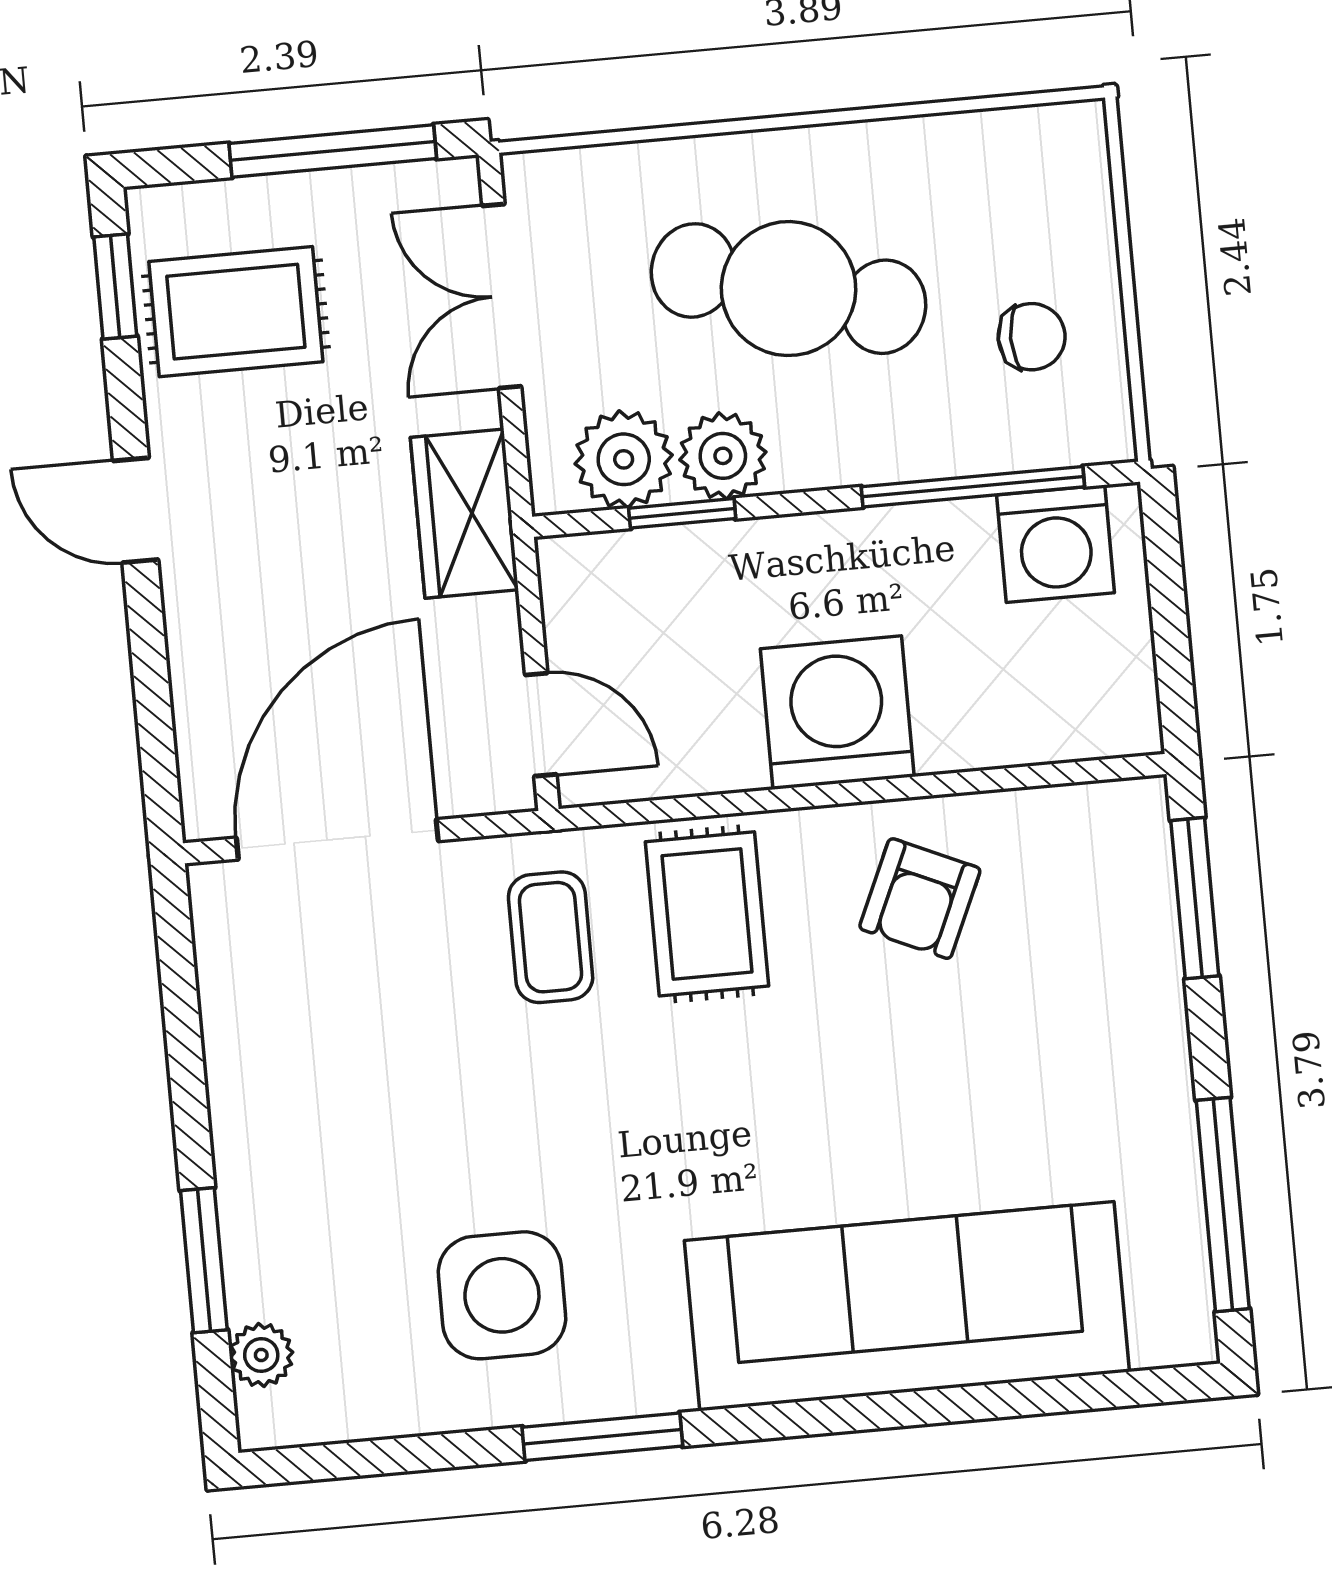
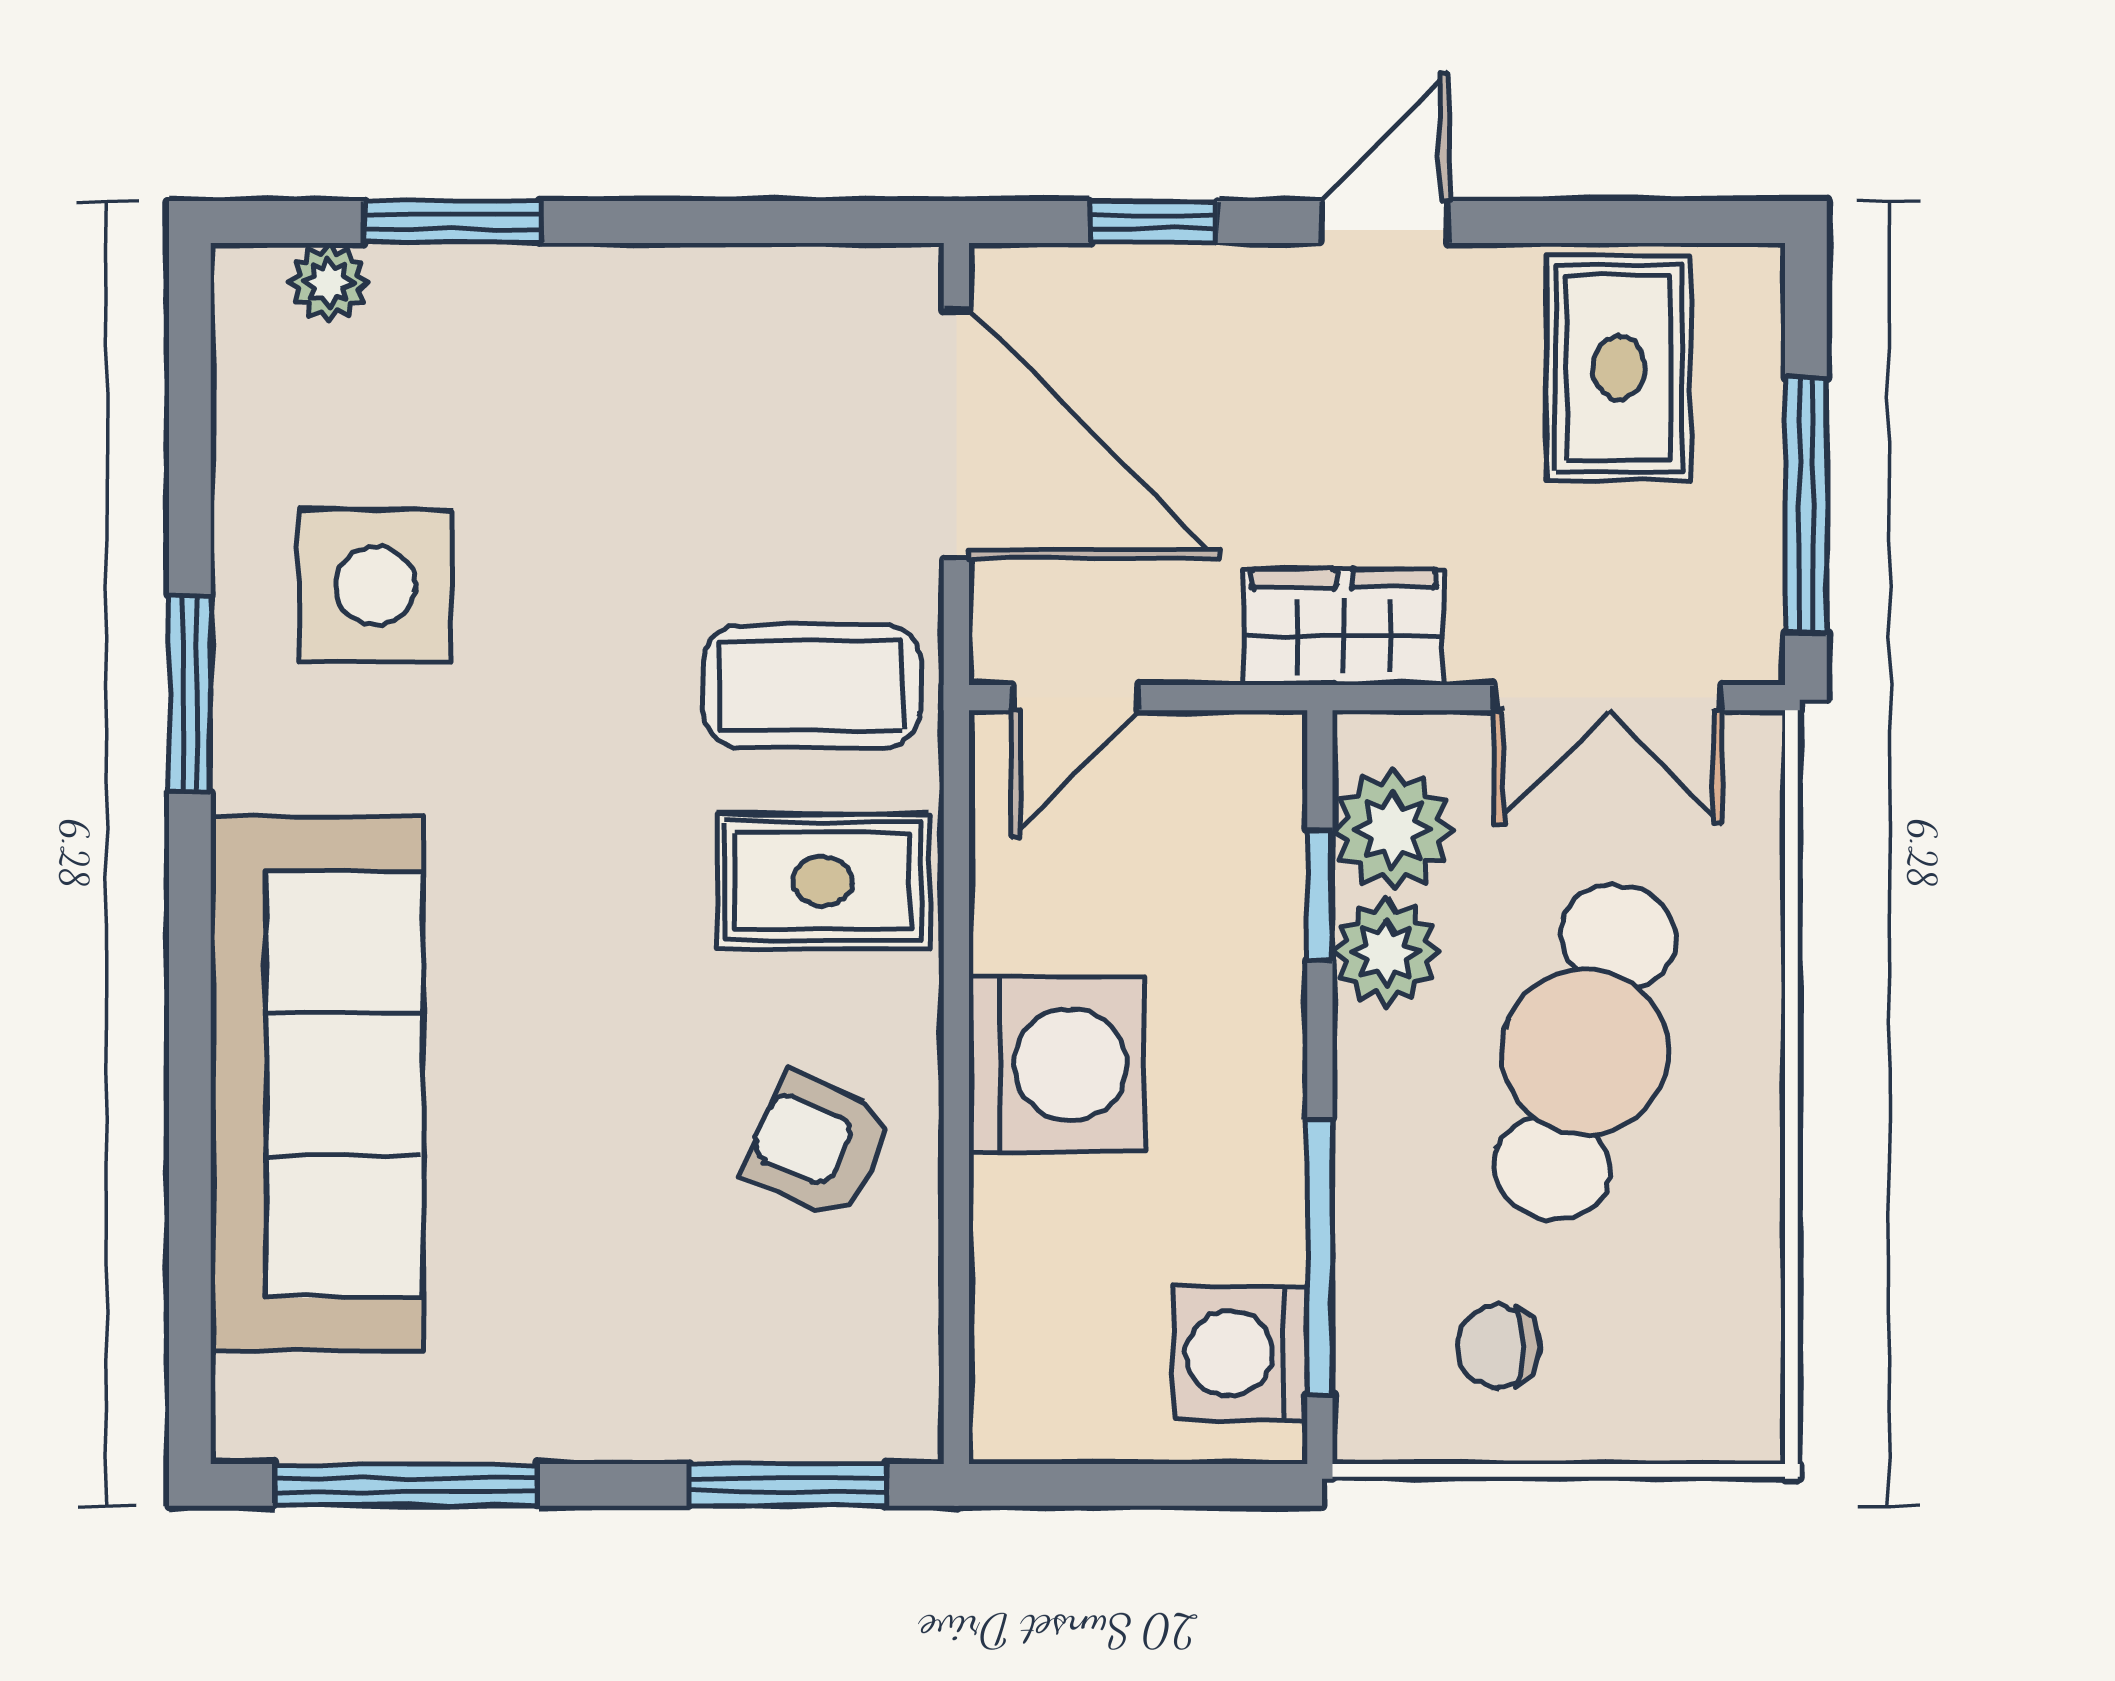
window: (115, 286) -> (1153, 222), moved
double door: (502, 296) -> (1608, 698), swing flipped
chair: (1032, 337) -> (1498, 1347), turned 90
coffee table: (551, 937) -> (812, 686), width x1.36, depth x1.30

